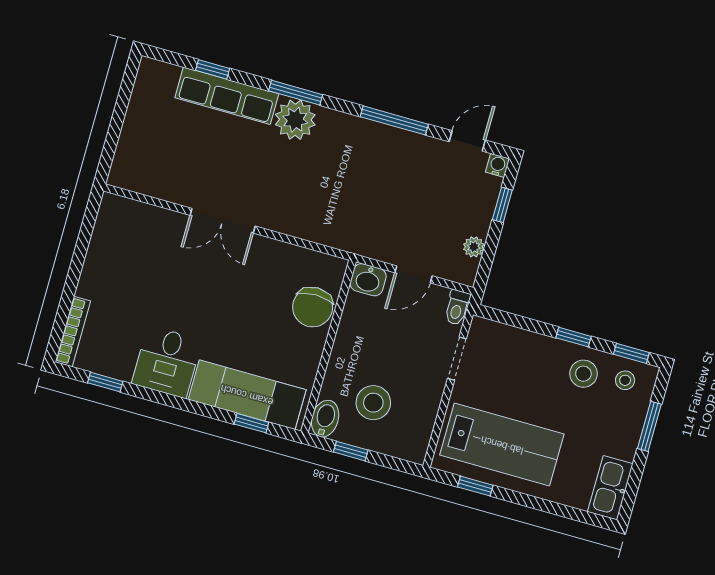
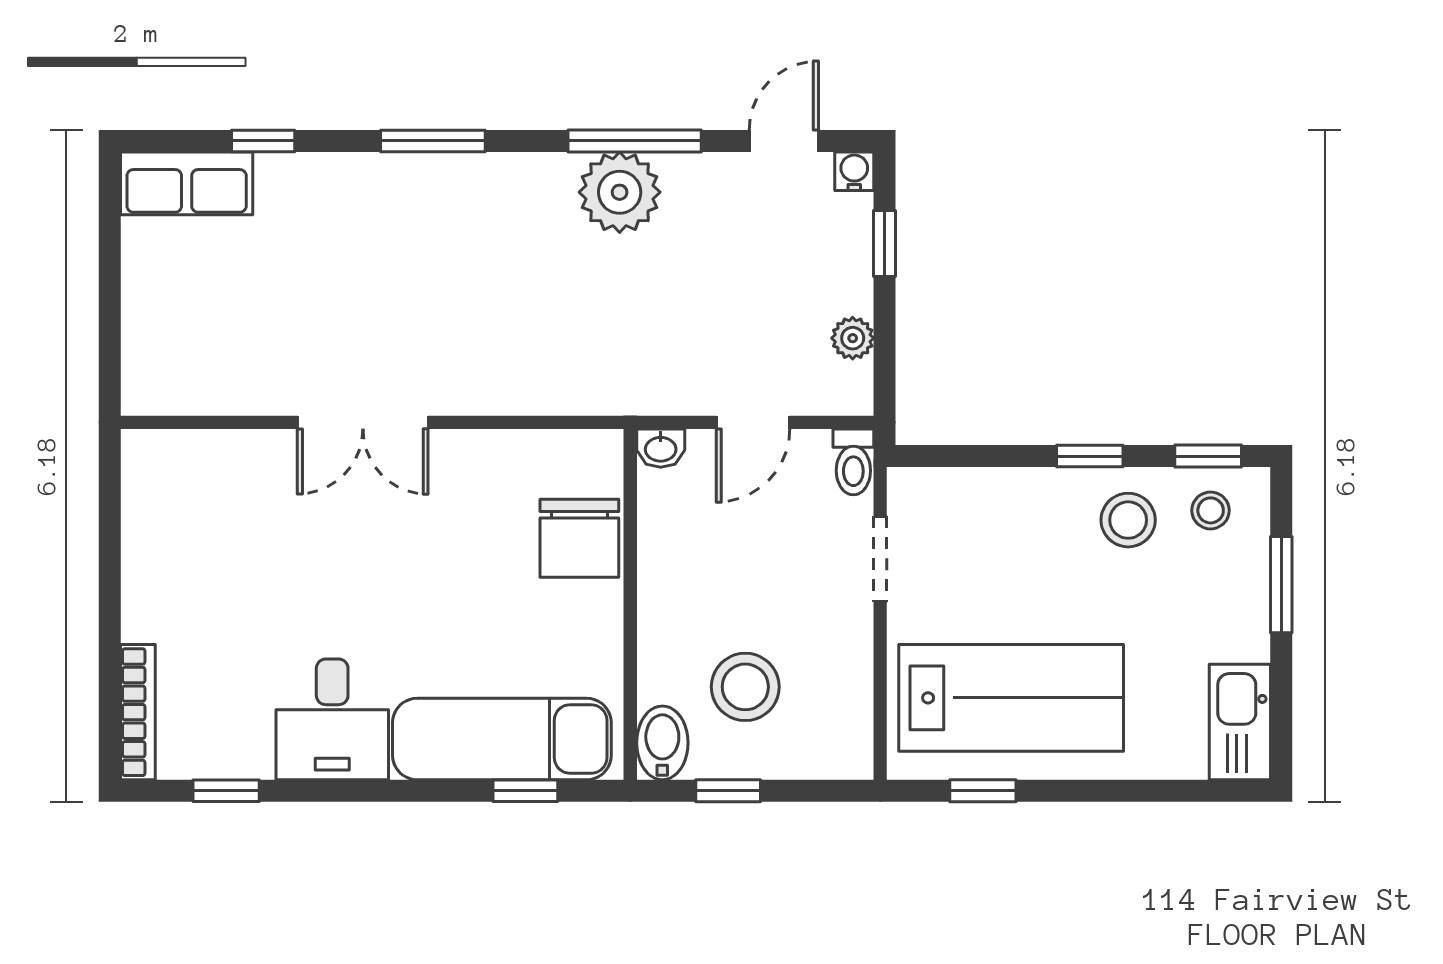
row of seats: (227, 96) -> (187, 183), moved, width x0.68
plant: (295, 120) -> (620, 192), moved
washbasin: (368, 280) -> (661, 448), width x0.72, depth x0.69

